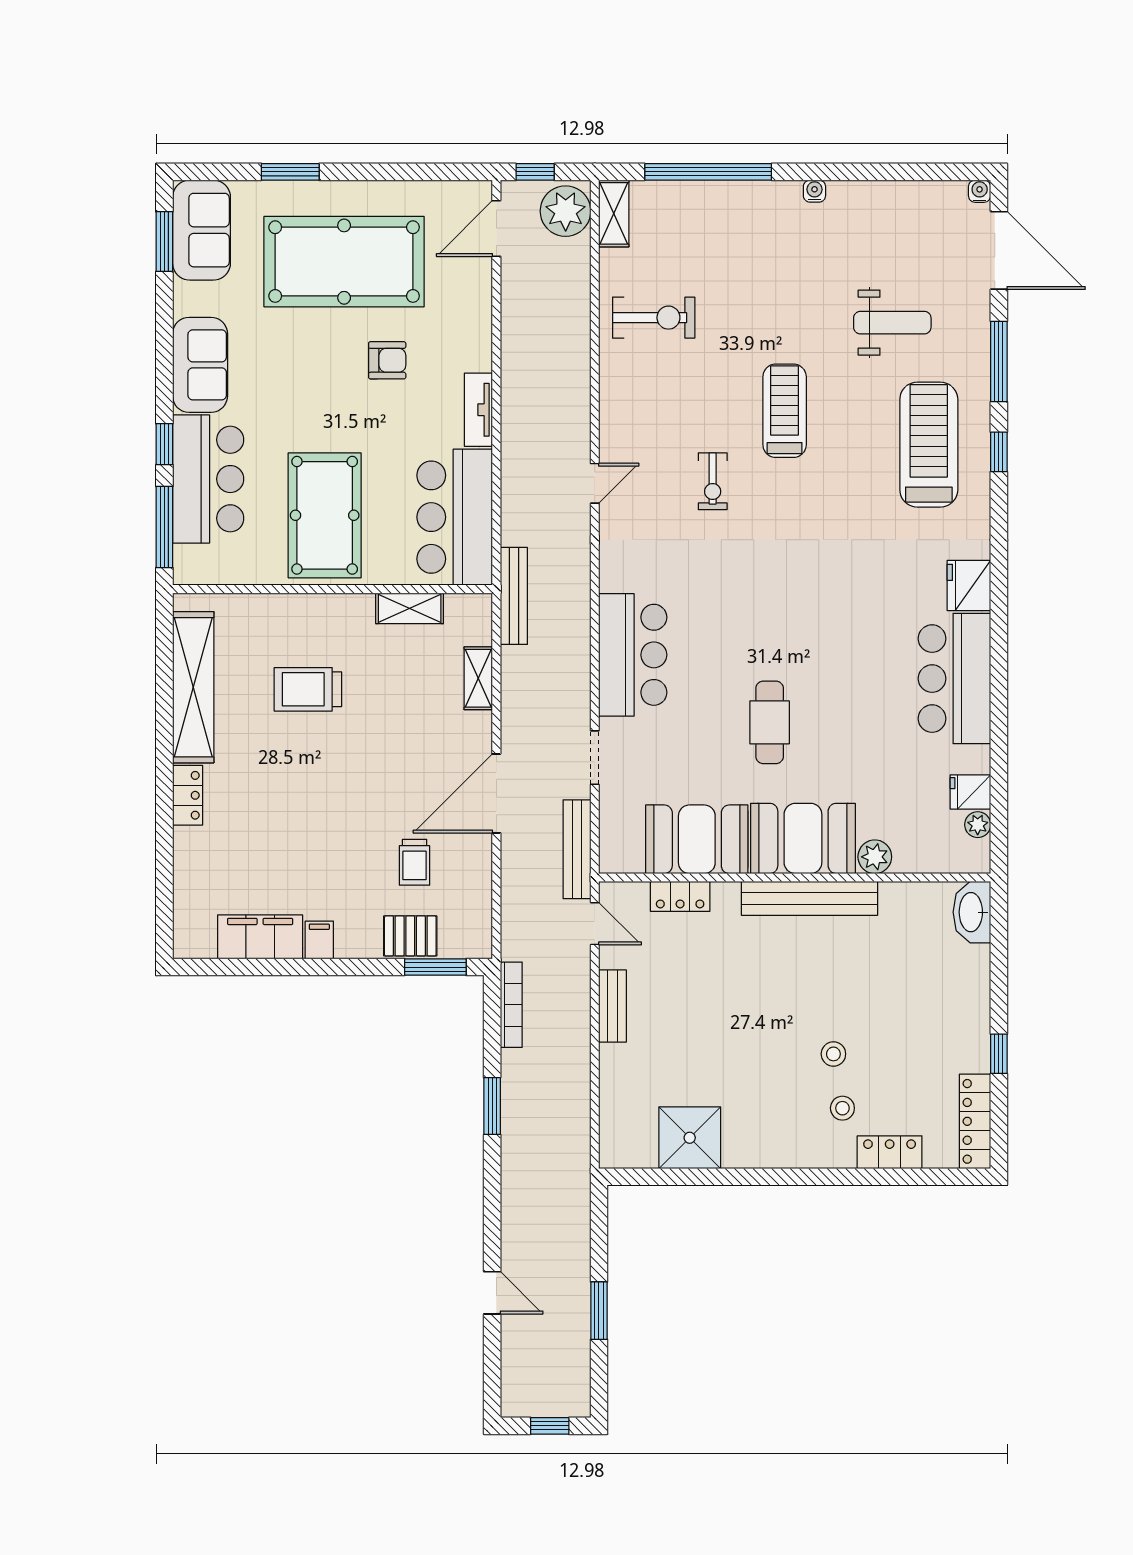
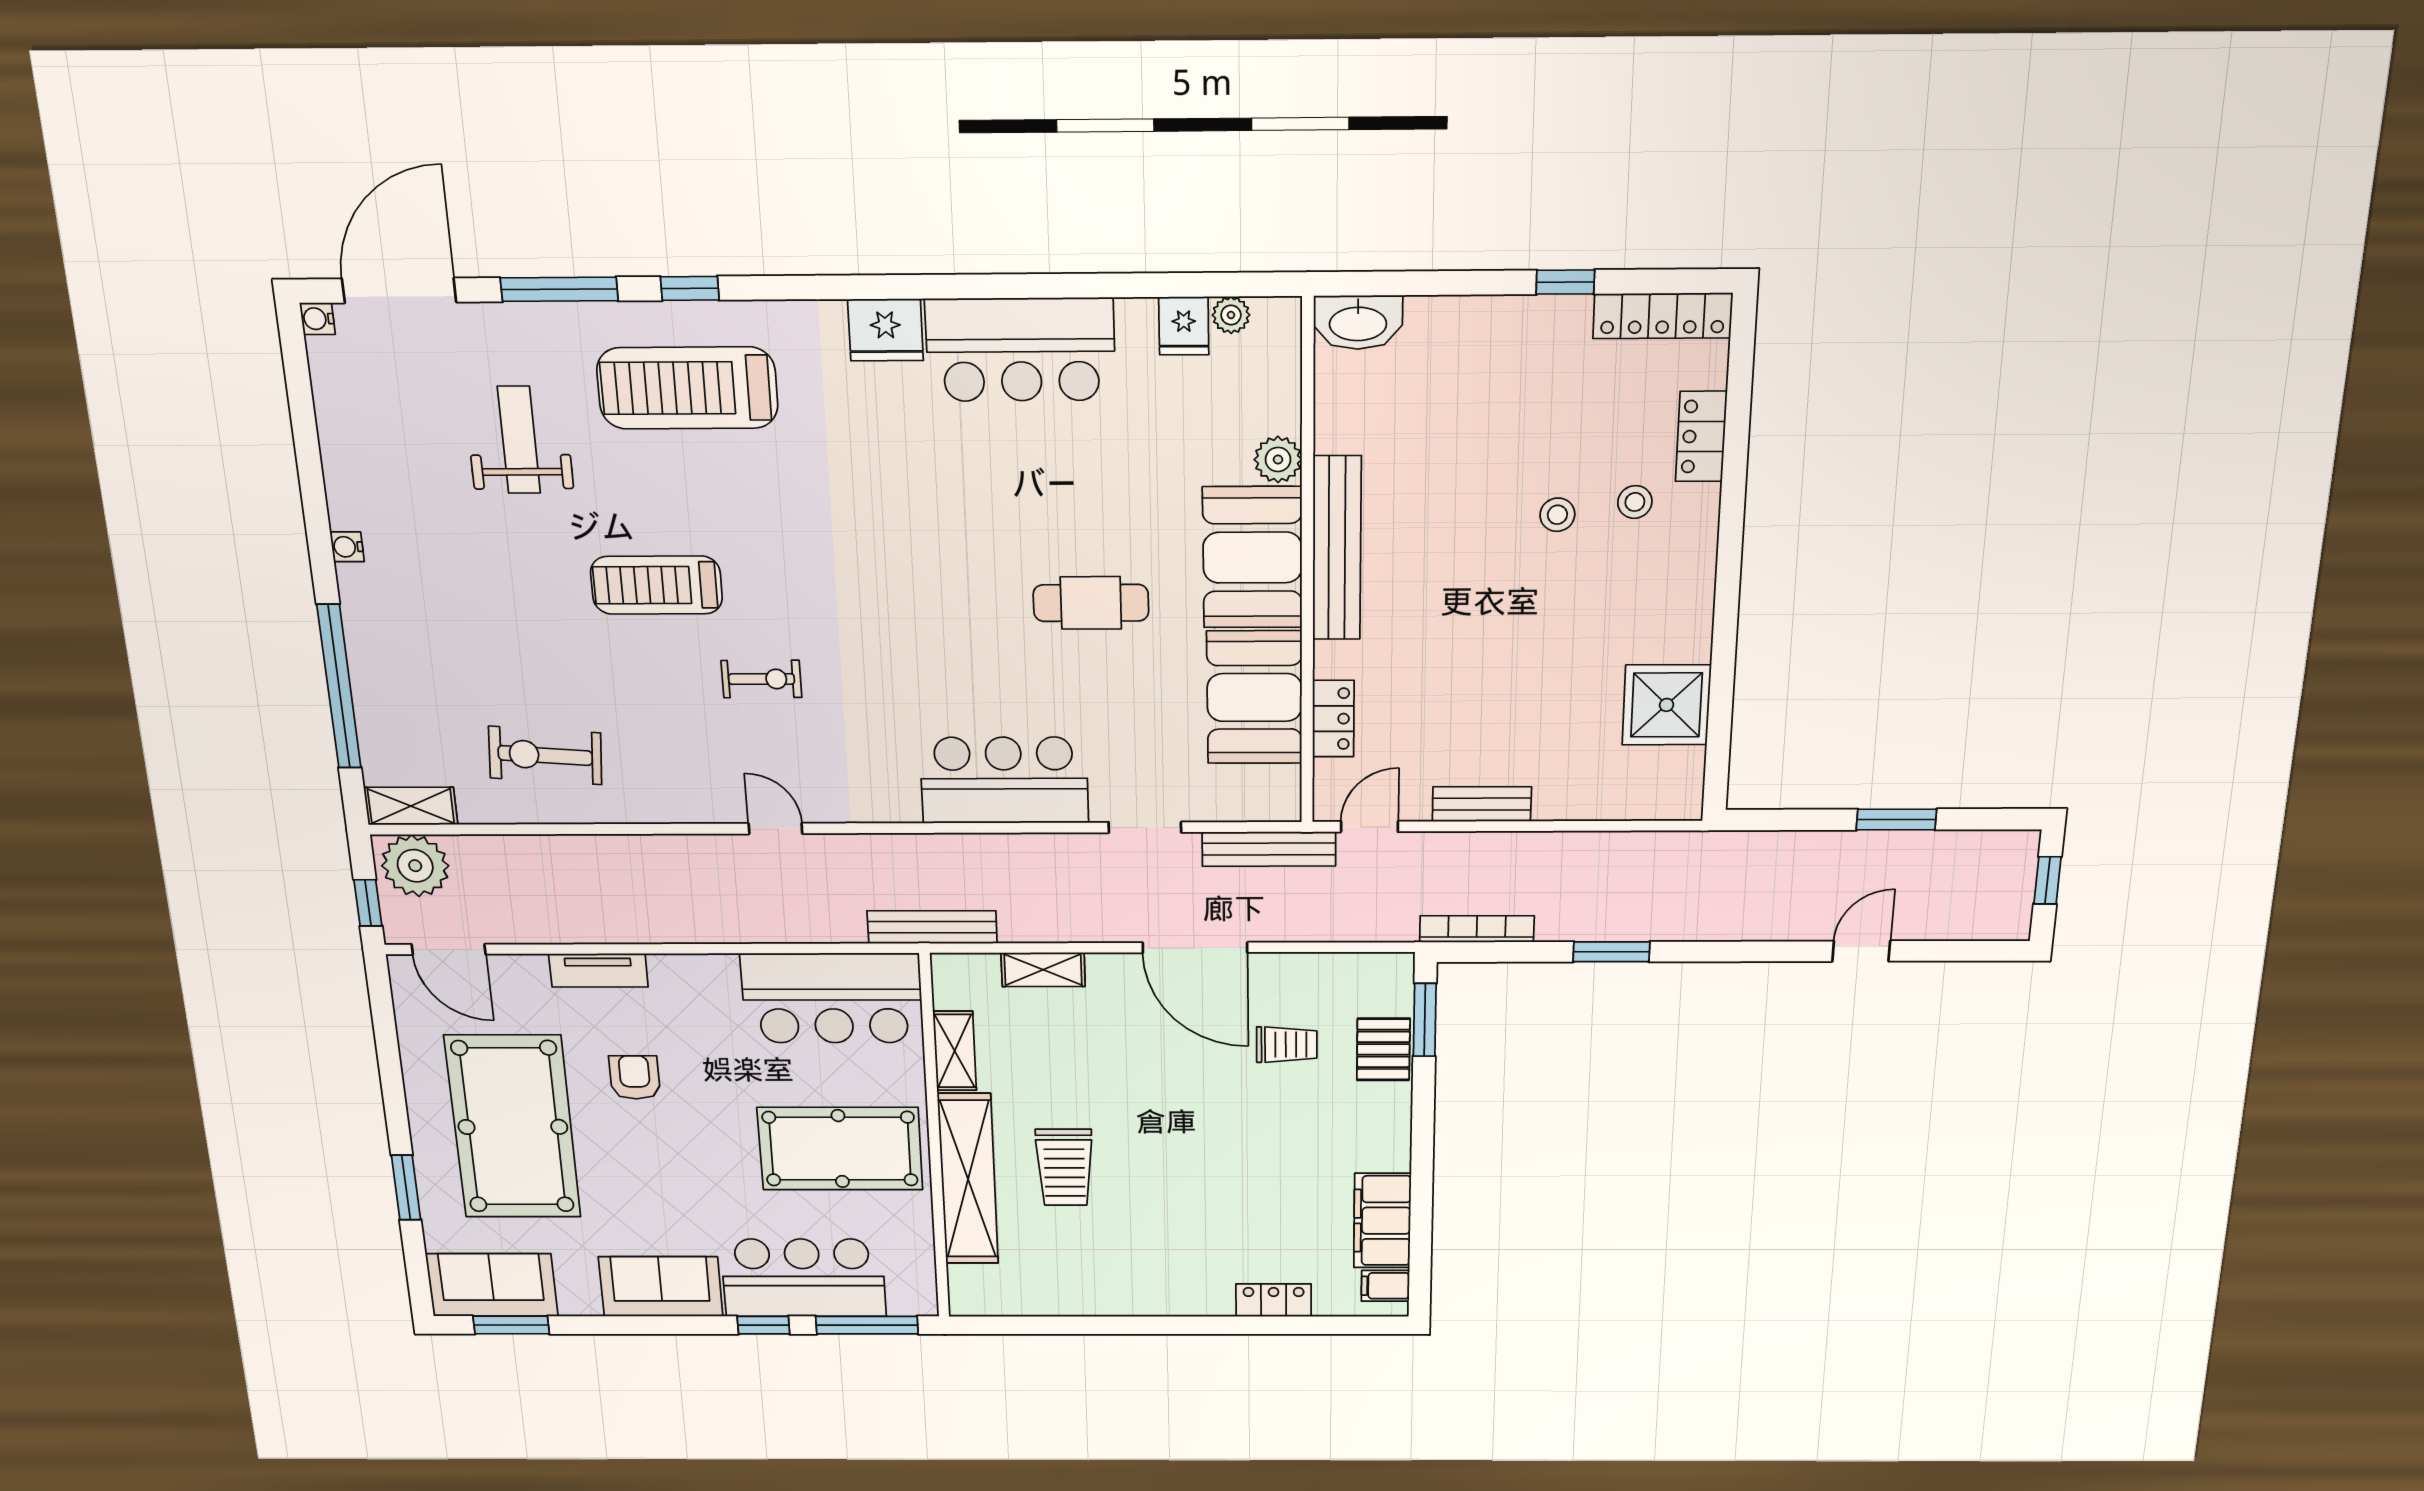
exercise bike: (654, 318) -> (545, 755), turned -86
tv unit: (478, 410) -> (598, 970), moved
shelving: (193, 687) -> (968, 1179), moved, turned 90
locker: (188, 795) -> (1274, 1300), moved
filing cabinet: (319, 940) -> (1385, 1286), moved

